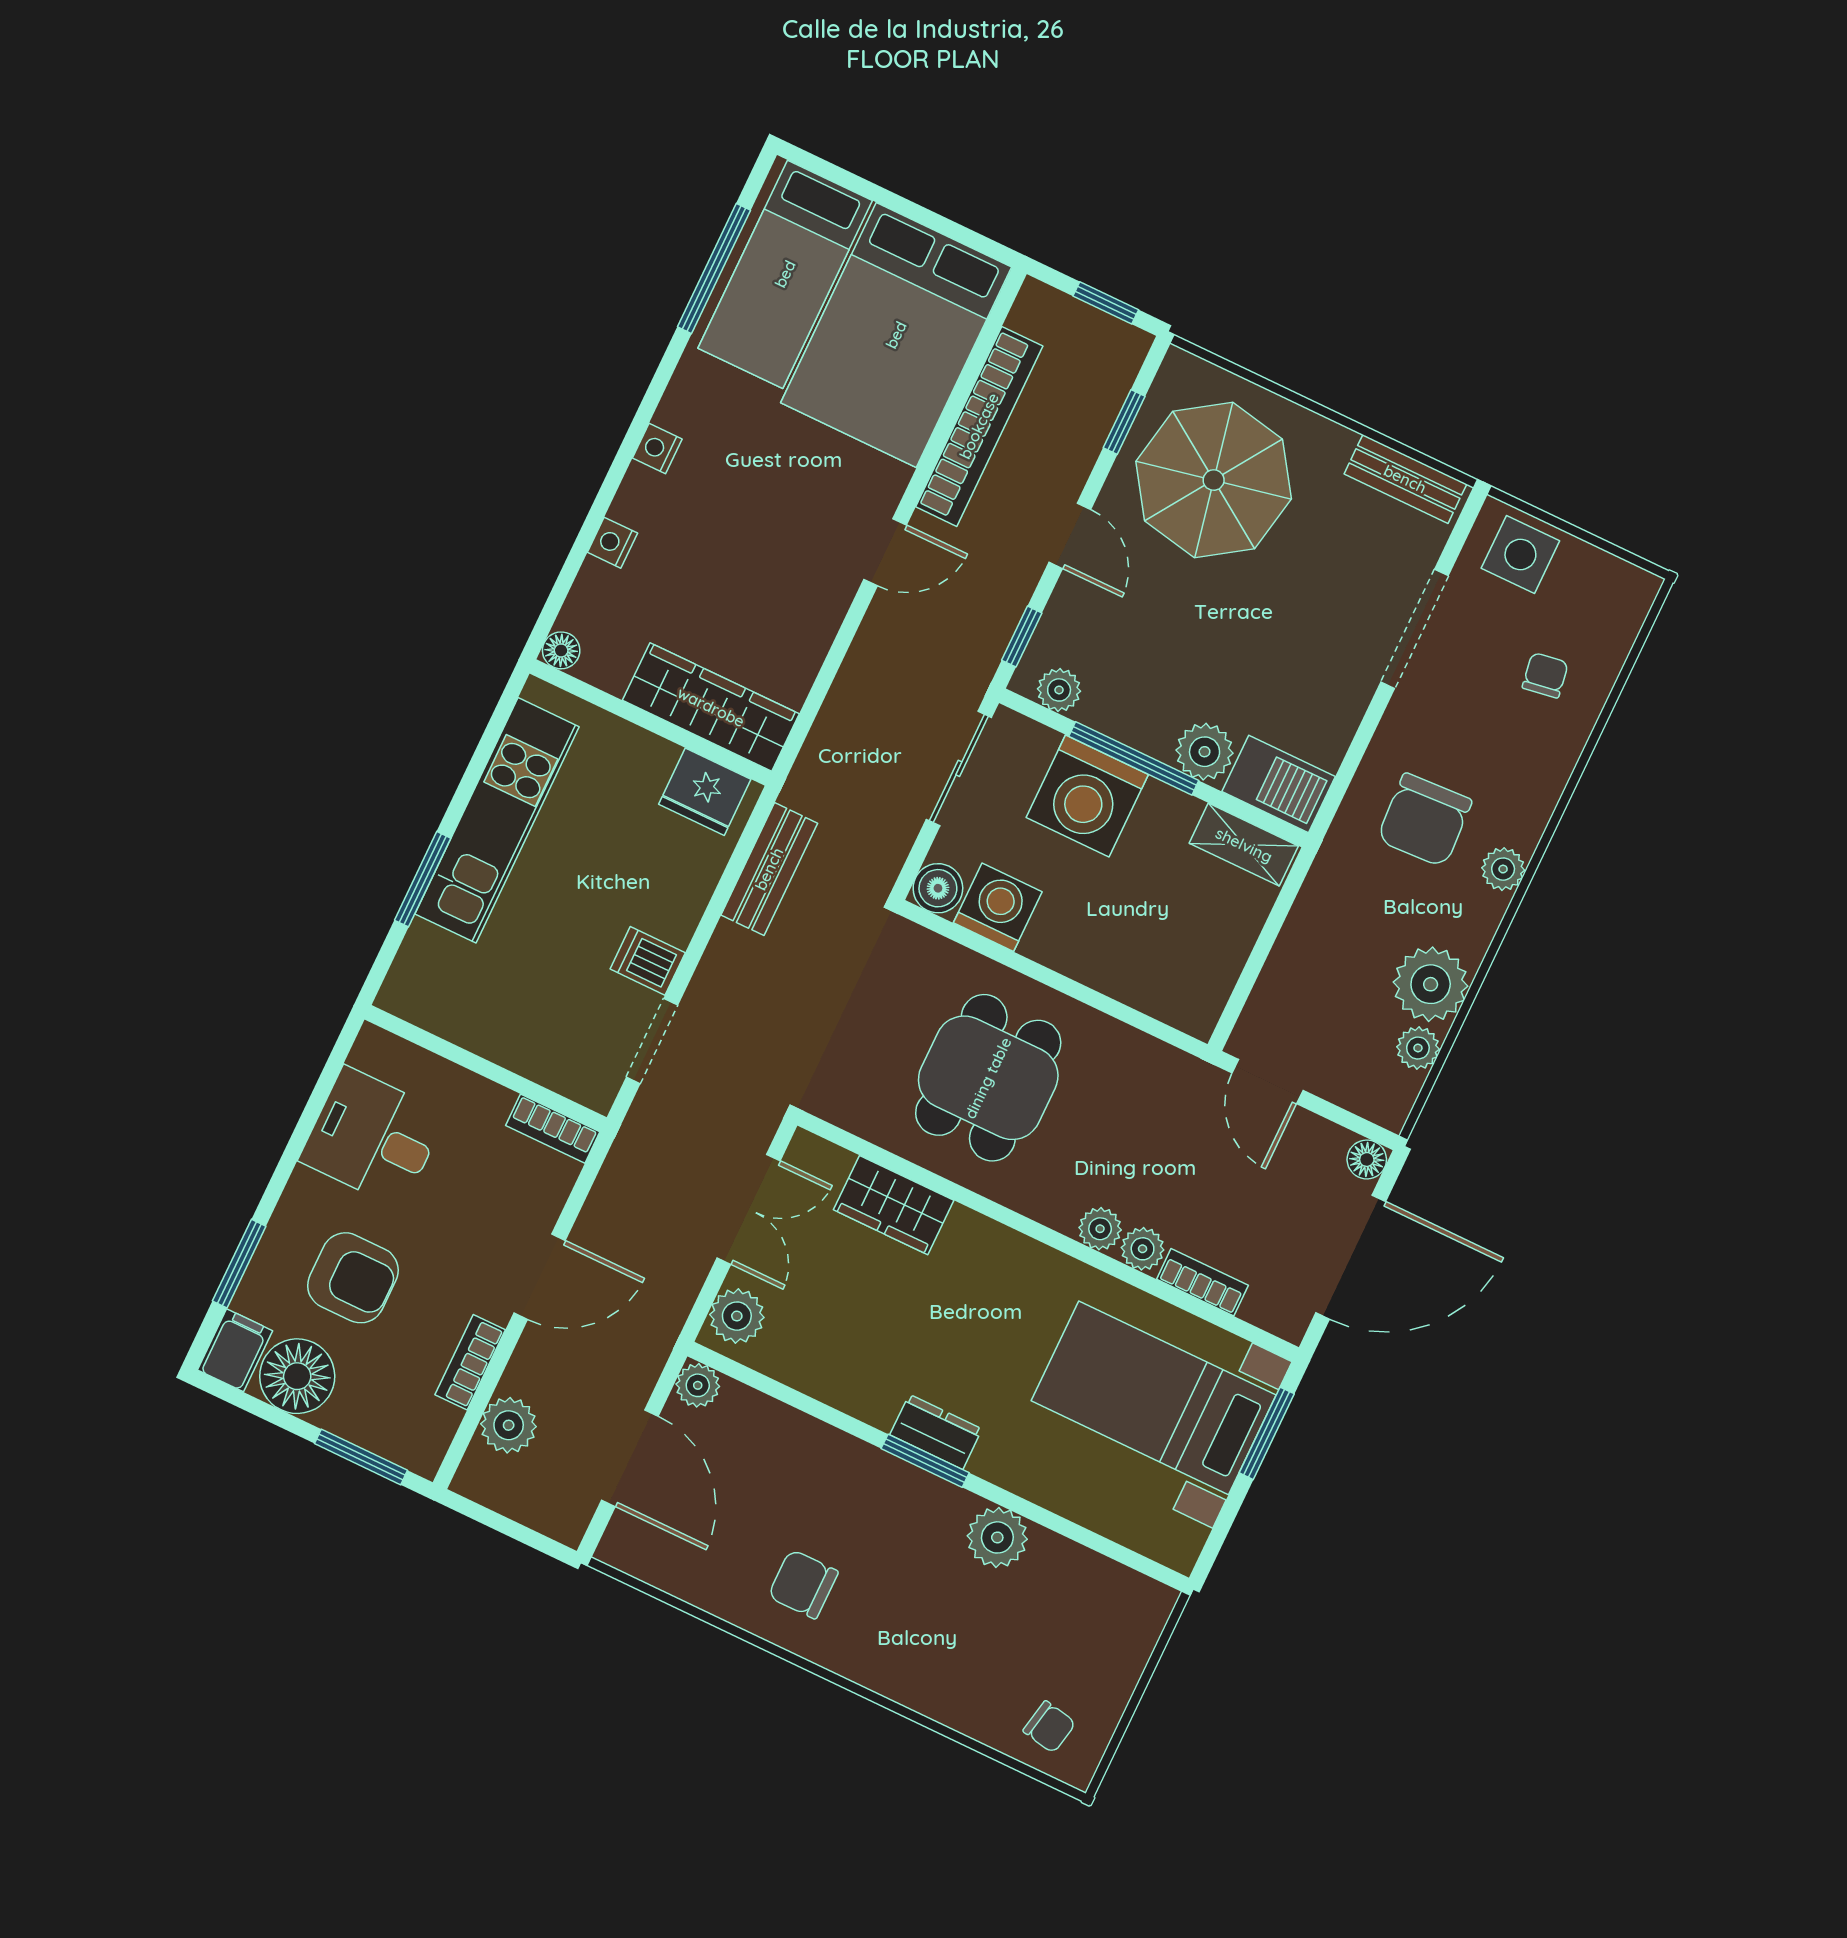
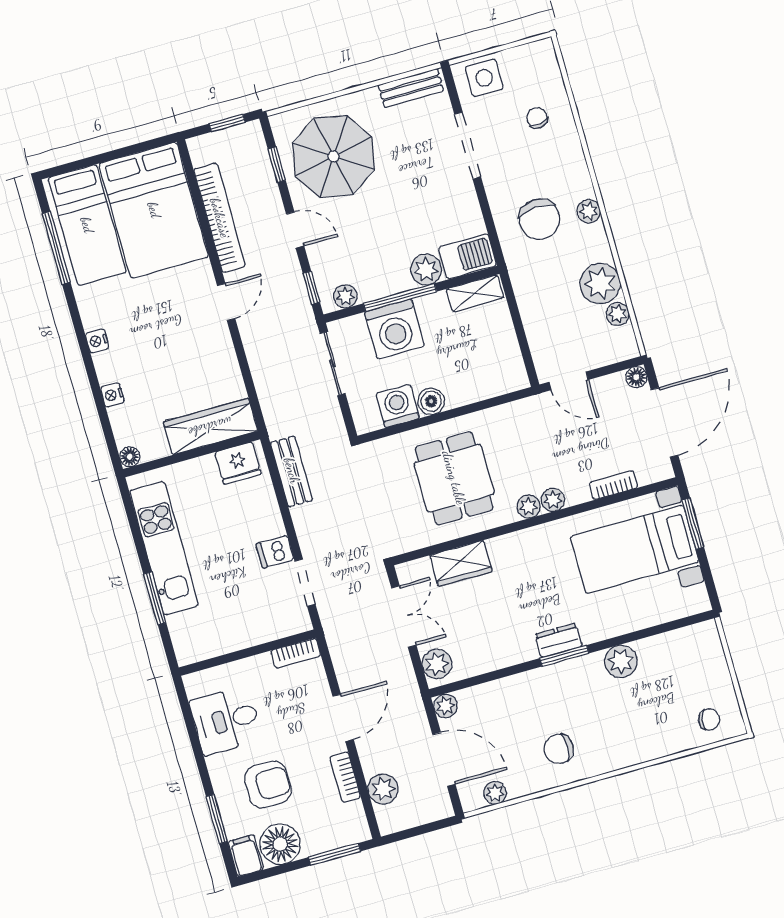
boiler: (938, 888) -> (431, 401), moved
plant: (1143, 1249) -> (529, 507), moved
plant: (660, 1568) -> (495, 793), added

